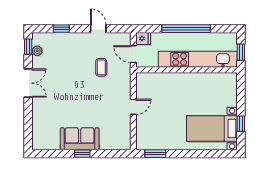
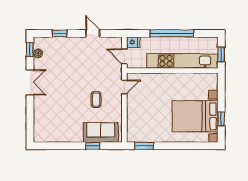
coffee table: (101, 67) -> (96, 100), moved
door: (133, 107) -> (124, 87), moved
bed with nightstands: (212, 129) -> (195, 116), width x1.36
sofa: (80, 139) -> (101, 132), moved
window: (82, 154) -> (93, 146), moved

